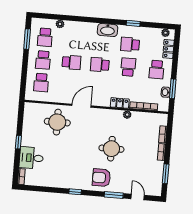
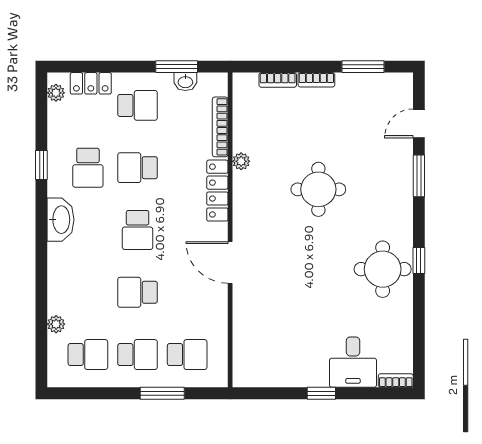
window: (27, 39) -> (162, 393), moved
school desk: (71, 62) -> (138, 292), turned -90
locker: (120, 103) -> (217, 191), width x1.53
round table: (57, 122) -> (383, 269), moved
armchair: (101, 178) -> (383, 206), removed

